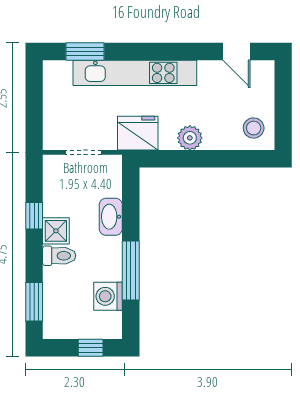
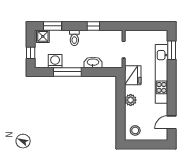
shower: (56, 231) -> (43, 36), moved

